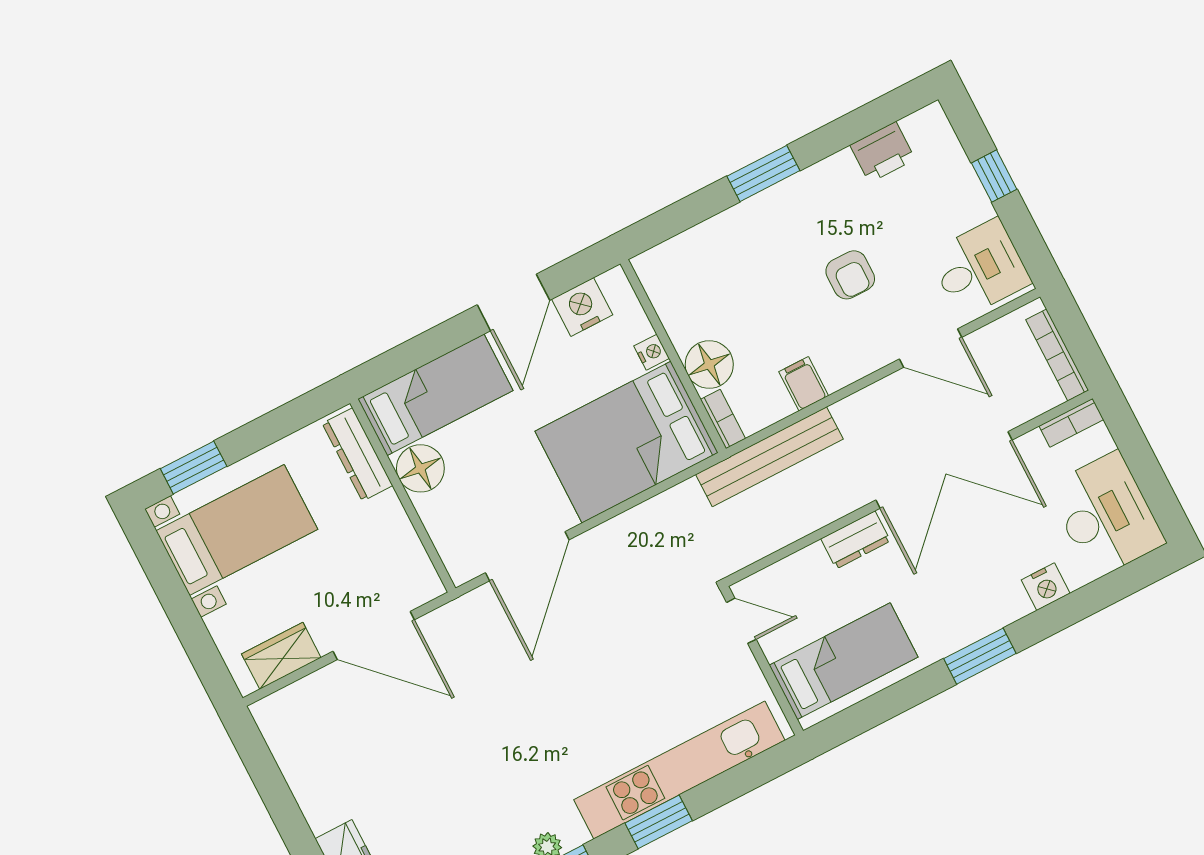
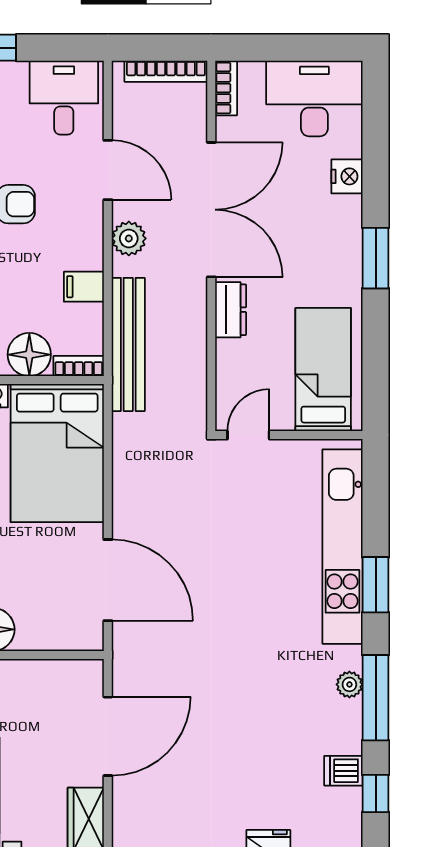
door: (931, 348) -> (108, 170), hinge flipped
plant: (874, 403) -> (129, 238), added

